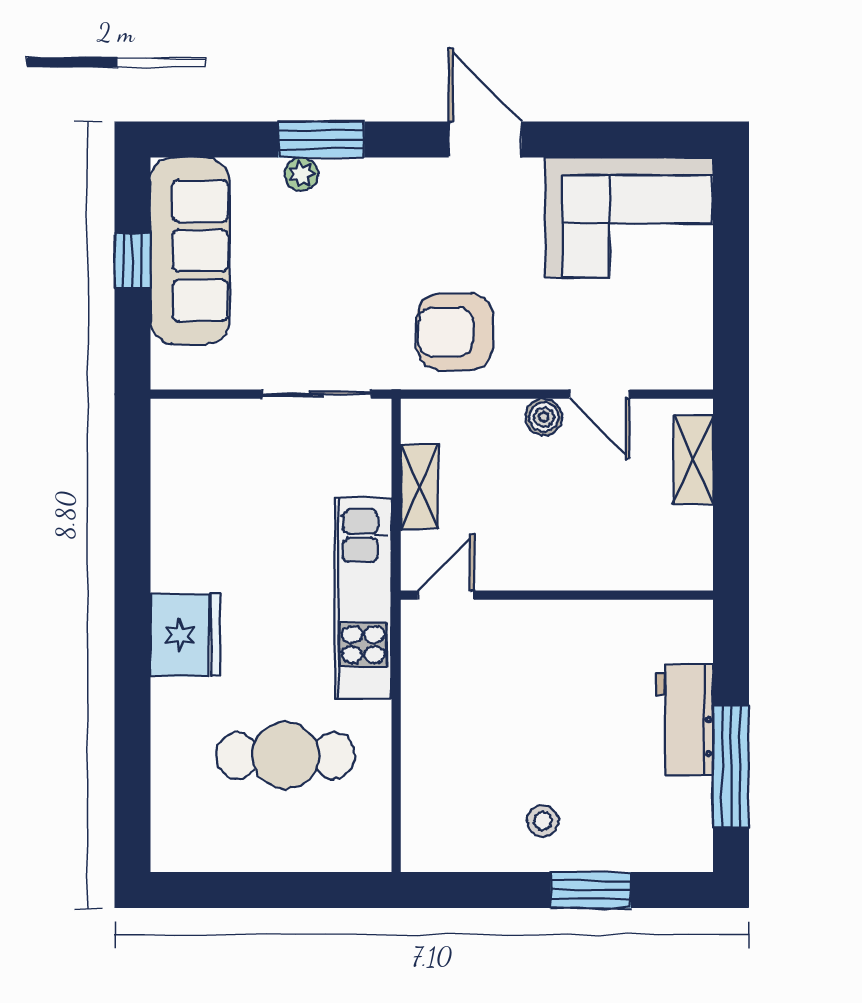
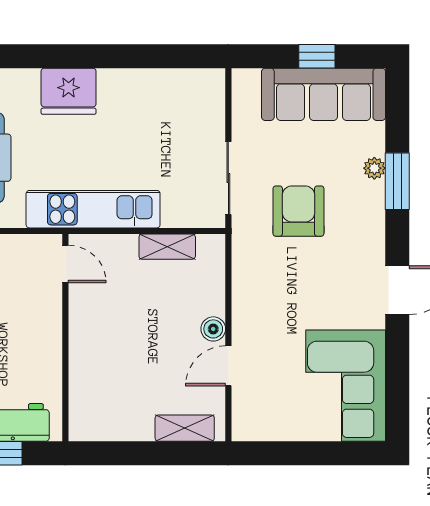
armchair: (455, 332) -> (298, 211), moved
door: (446, 595) -> (65, 264), moved
wall: (557, 595) -> (65, 338), moved

